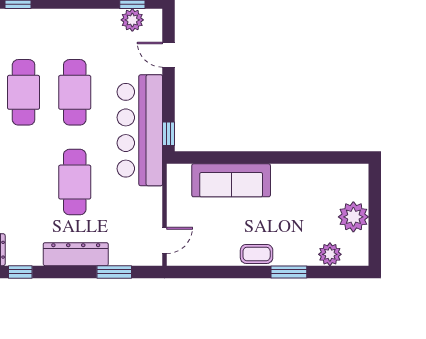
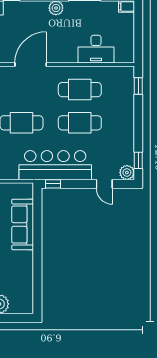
plant: (132, 20) -> (127, 172), moved
door: (169, 55) -> (104, 184), swing flipped

